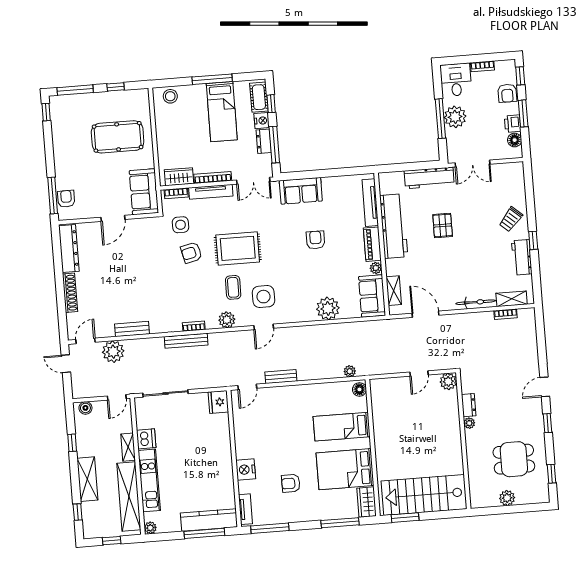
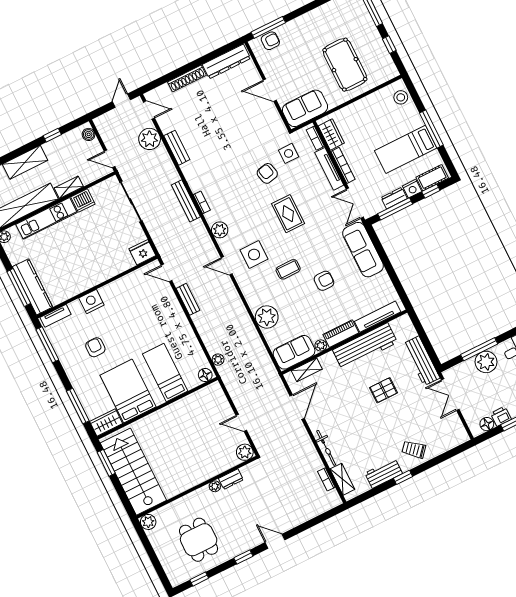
sofa: (301, 191) -> (363, 250), width x1.36
rug: (238, 248) -> (288, 214), width x0.73, depth x0.70
coffee table: (233, 287) -> (288, 269), moved
plant: (507, 498) -> (148, 522), moved

